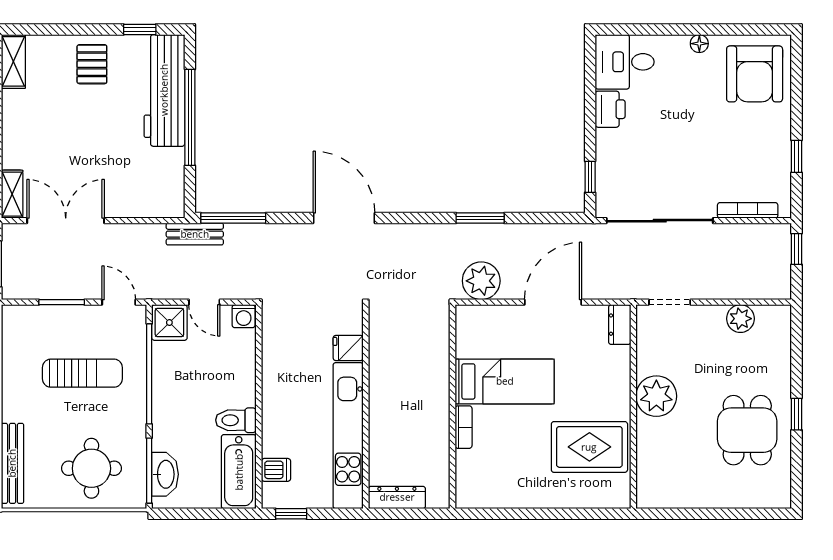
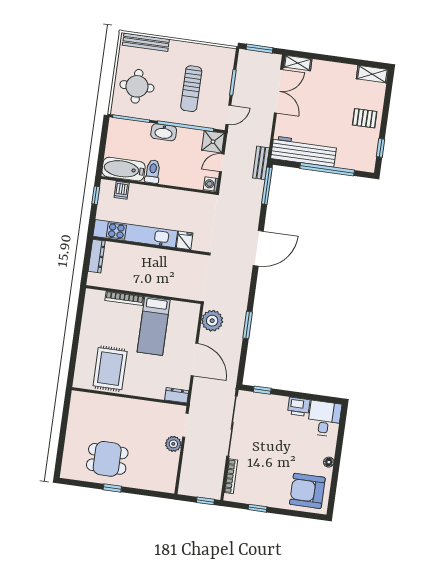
workbench: (164, 90) -> (304, 151), moved
plant: (740, 319) -> (173, 444), moved
plant: (656, 396) -> (133, 410), removed
bookcase: (464, 427) -> (124, 298), width x1.56
washbasin: (165, 474) -> (164, 132), moved

